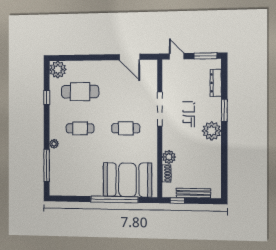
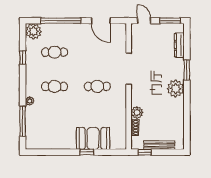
window: (87, 58) -> (61, 21), added
cafe table: (80, 92) -> (55, 52), width x0.73, depth x0.74
booth: (127, 180) -> (93, 138), width x0.73, depth x0.70
window: (114, 199) -> (87, 152), width x0.32

